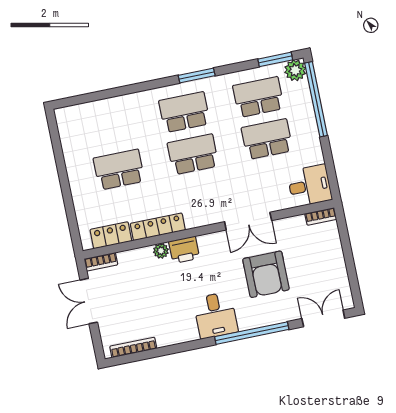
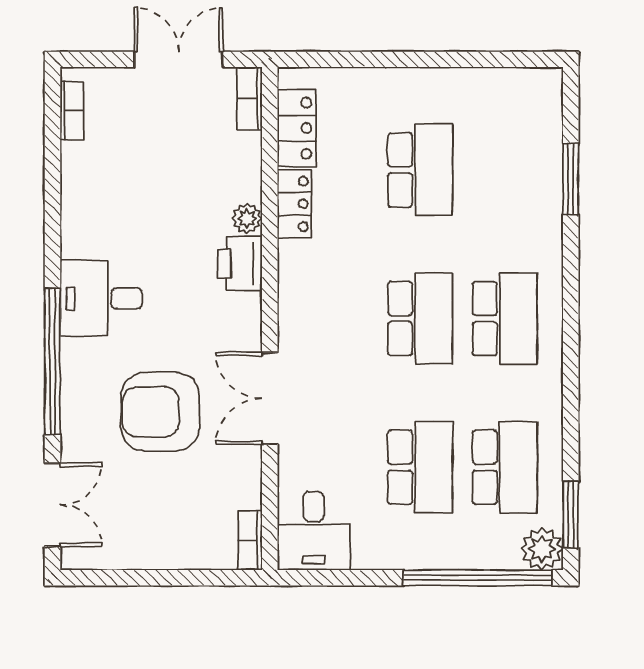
window: (197, 76) -> (571, 179), moved
locker: (158, 227) -> (295, 204), width x0.66
bookcase: (133, 347) -> (72, 111), width x0.64

